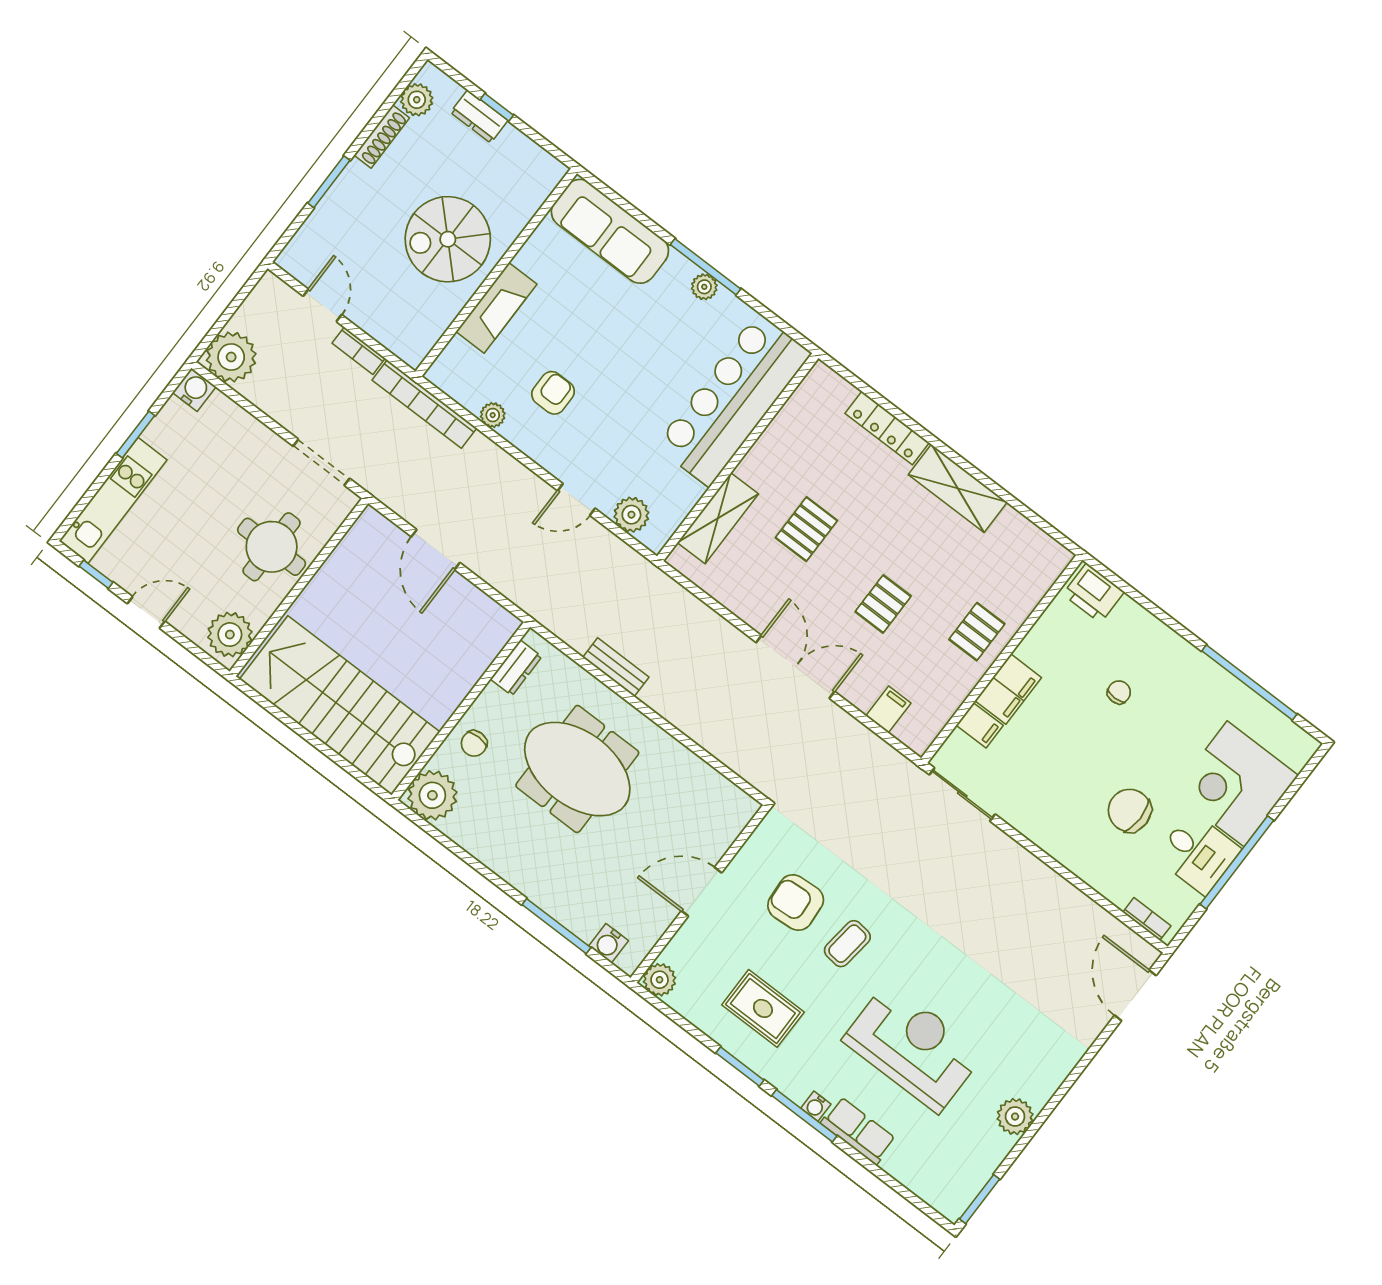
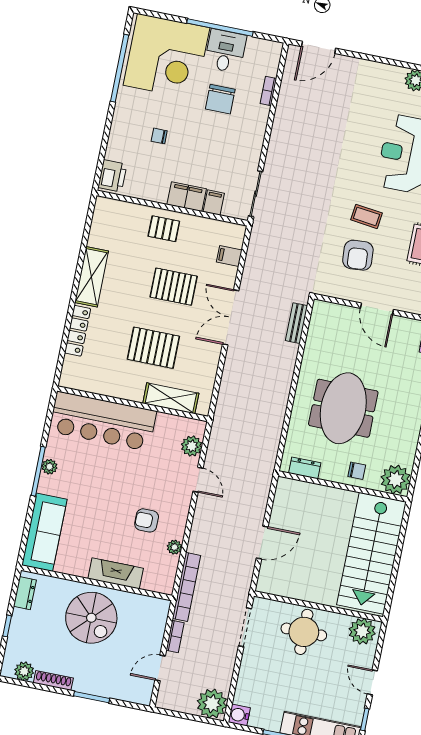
dresser: (479, 116) -> (25, 593), moved
pallet: (806, 529) -> (153, 348), width x1.50, depth x1.42
pallet: (883, 604) -> (174, 287), width x1.50, depth x1.42
bench: (616, 667) -> (297, 323), moved
corner desk: (1236, 784) -> (166, 57), width x1.36, depth x1.36
bookcase: (1147, 919) -> (268, 91), moved

